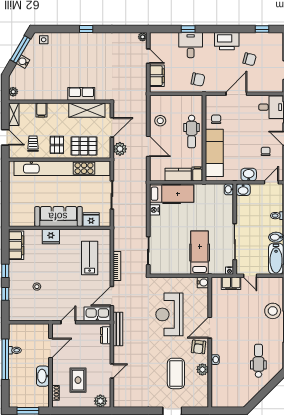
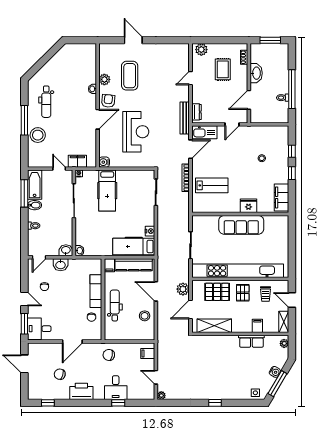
filing cabinet: (157, 76) -> (148, 353), width x0.50
row of seats: (81, 94) -> (251, 341), moved
exam couch: (214, 153) -> (96, 291), width x0.73, depth x0.69
kitchen counter: (178, 175) -> (134, 265), width x1.50
fridge: (91, 220) -> (210, 222), removed
lab bench: (90, 258) -> (212, 185), turned -90
dental chair: (258, 361) -> (46, 102), moved

